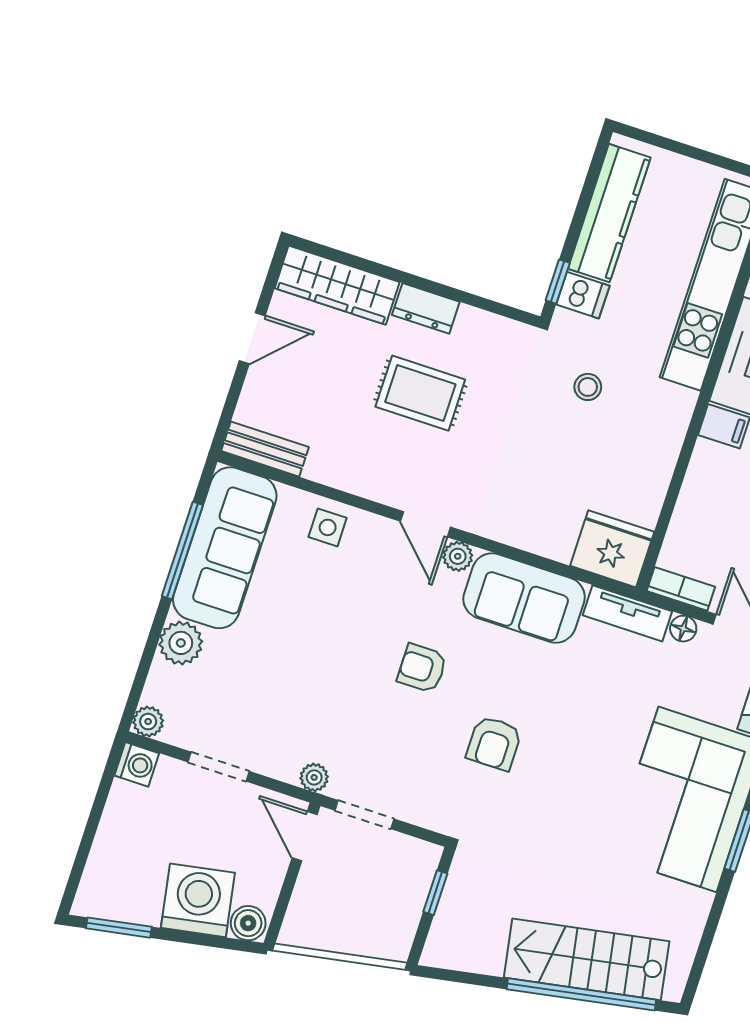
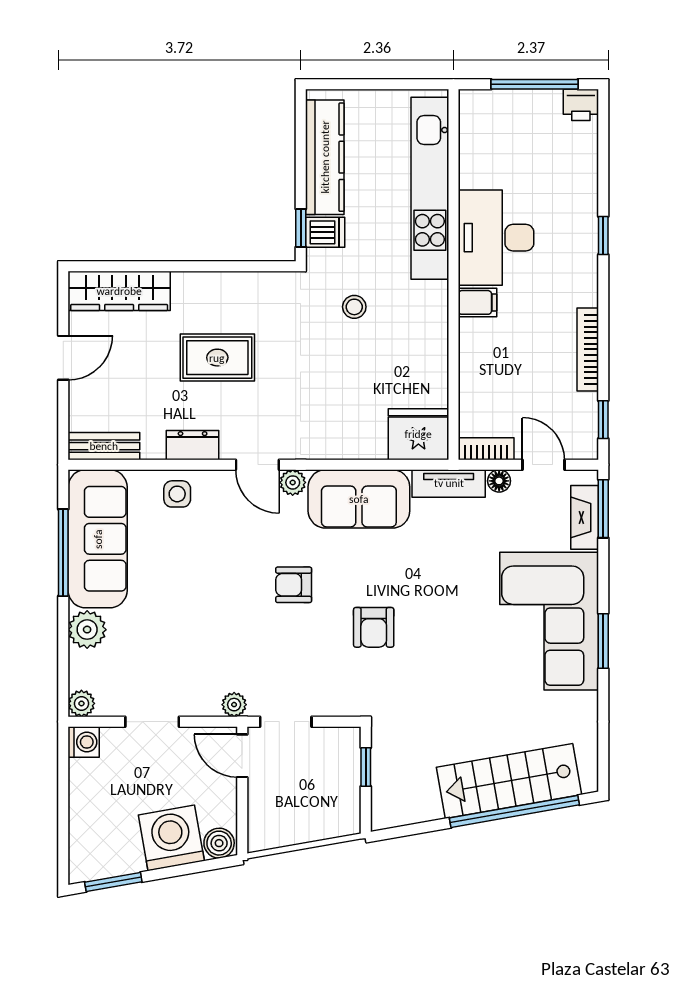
dresser: (426, 308) -> (193, 445), moved, turned 180

